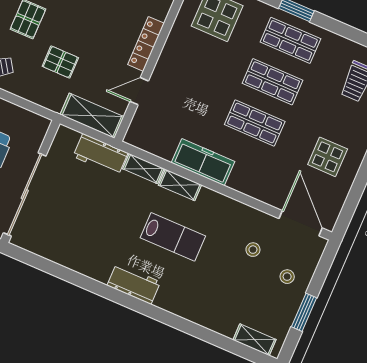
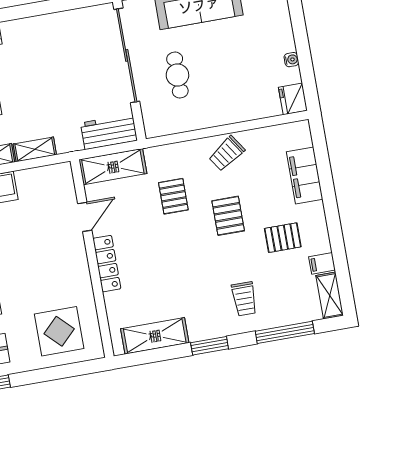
pallet: (60, 62) -> (173, 196), turned 90
workbench: (100, 155) -> (109, 132), moved

